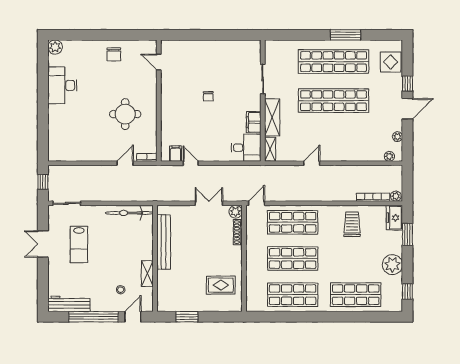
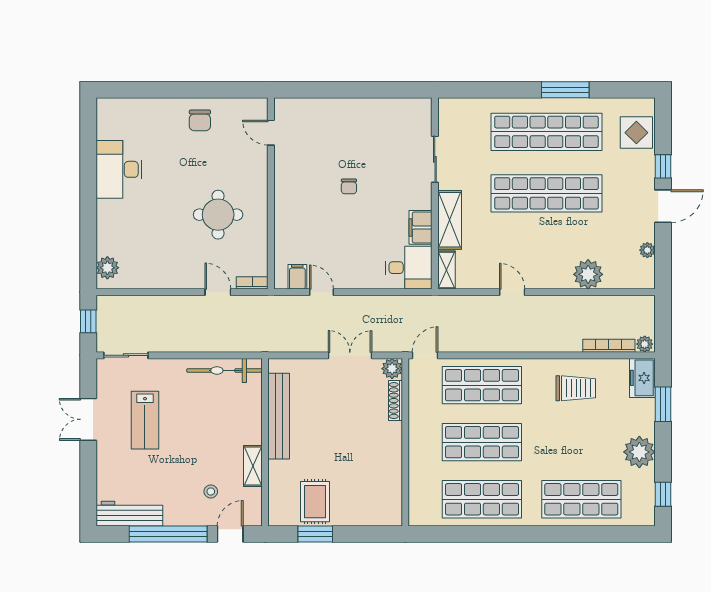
plant: (55, 47) -> (107, 268), moved
plant: (389, 156) -> (588, 274), moved, width x1.88, depth x1.88
door: (125, 163) -> (218, 292), hinge flipped
door: (312, 163) -> (512, 292), hinge flipped
trolley: (352, 224) -> (576, 388), turned 90
rug: (221, 285) -> (315, 502), moved, turned 90

